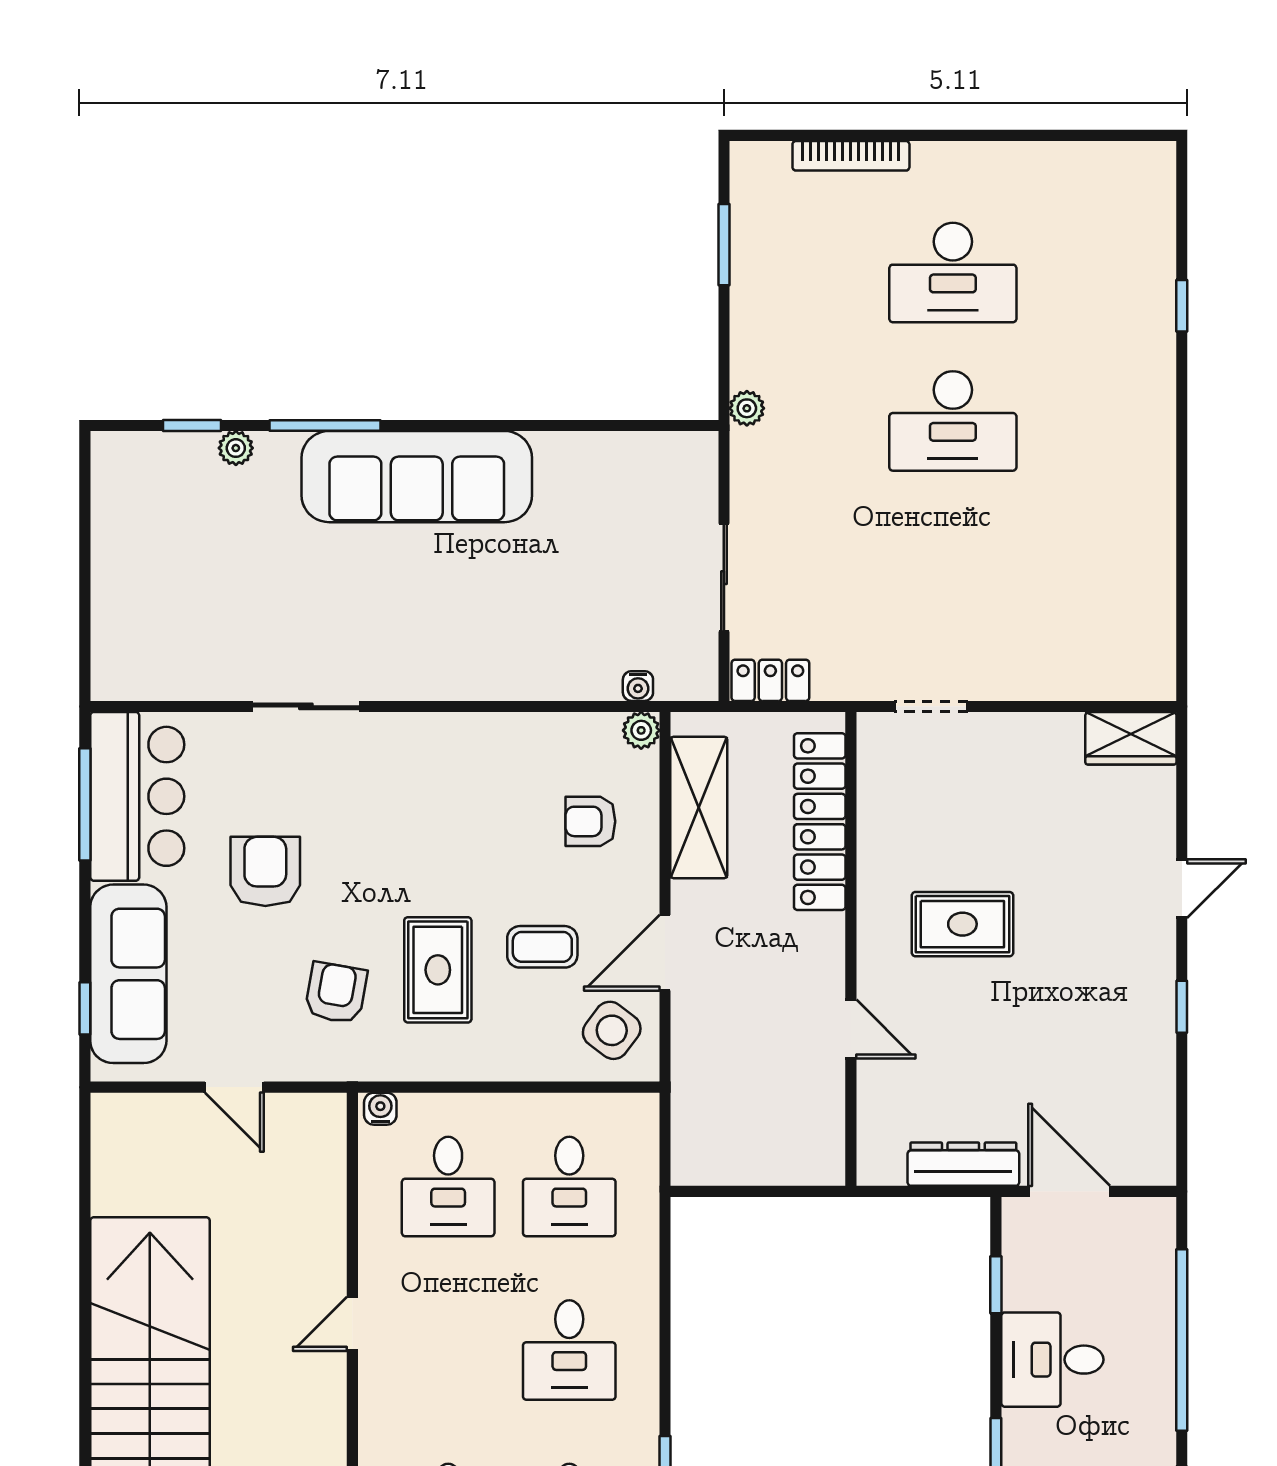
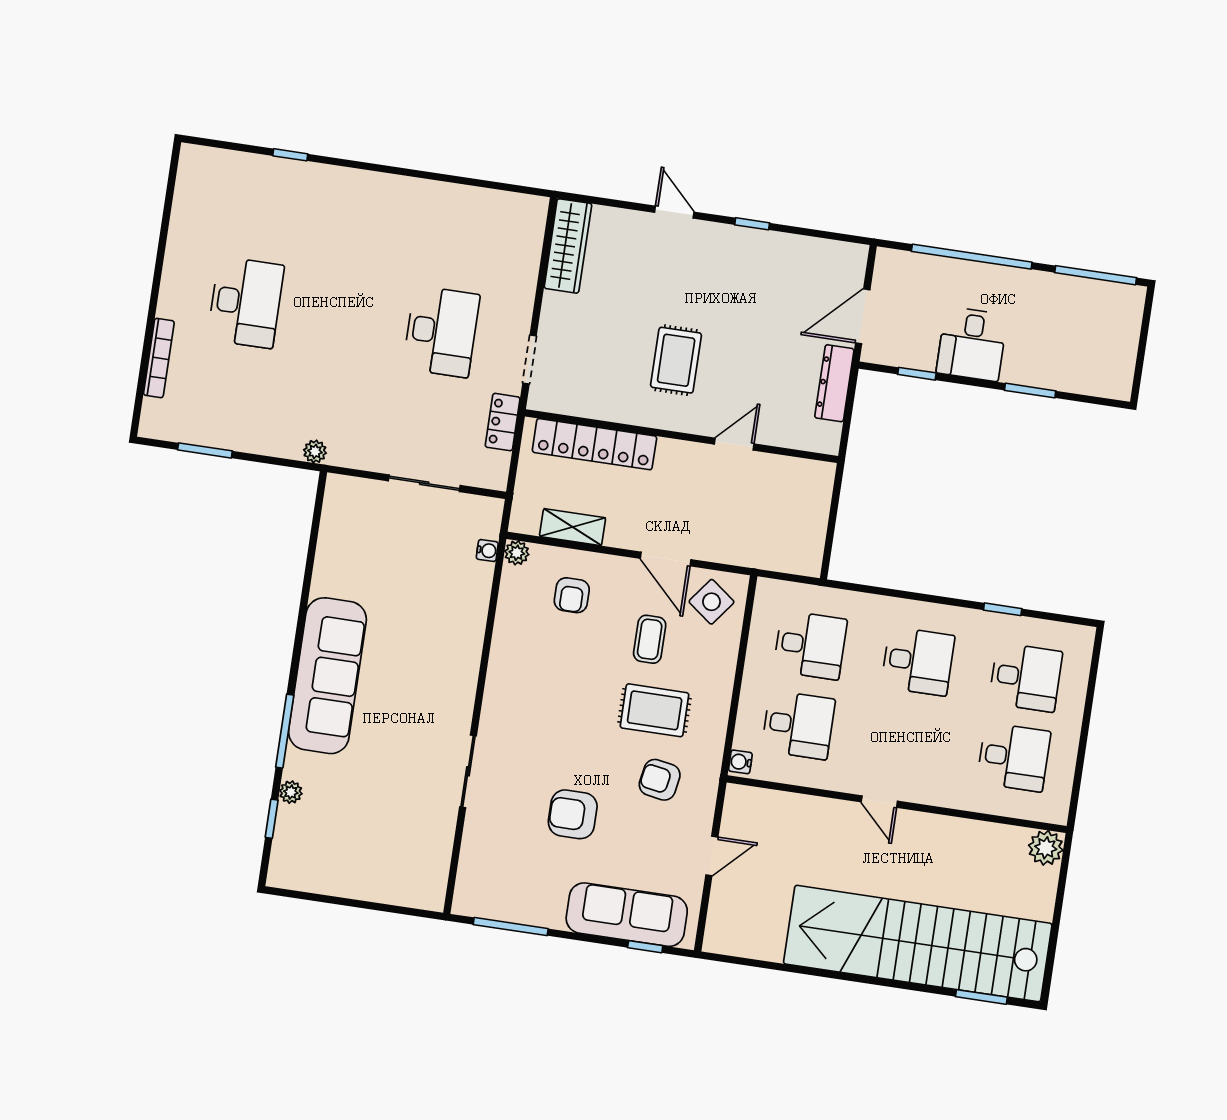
desk: (953, 421) -> (441, 332), moved
locker: (770, 680) -> (503, 422), moved
wardrobe: (1131, 738) -> (568, 246), width x1.50
bar counter: (137, 796) -> (511, 891), removed
shelving: (699, 807) -> (573, 527), width x0.67, depth x0.75

